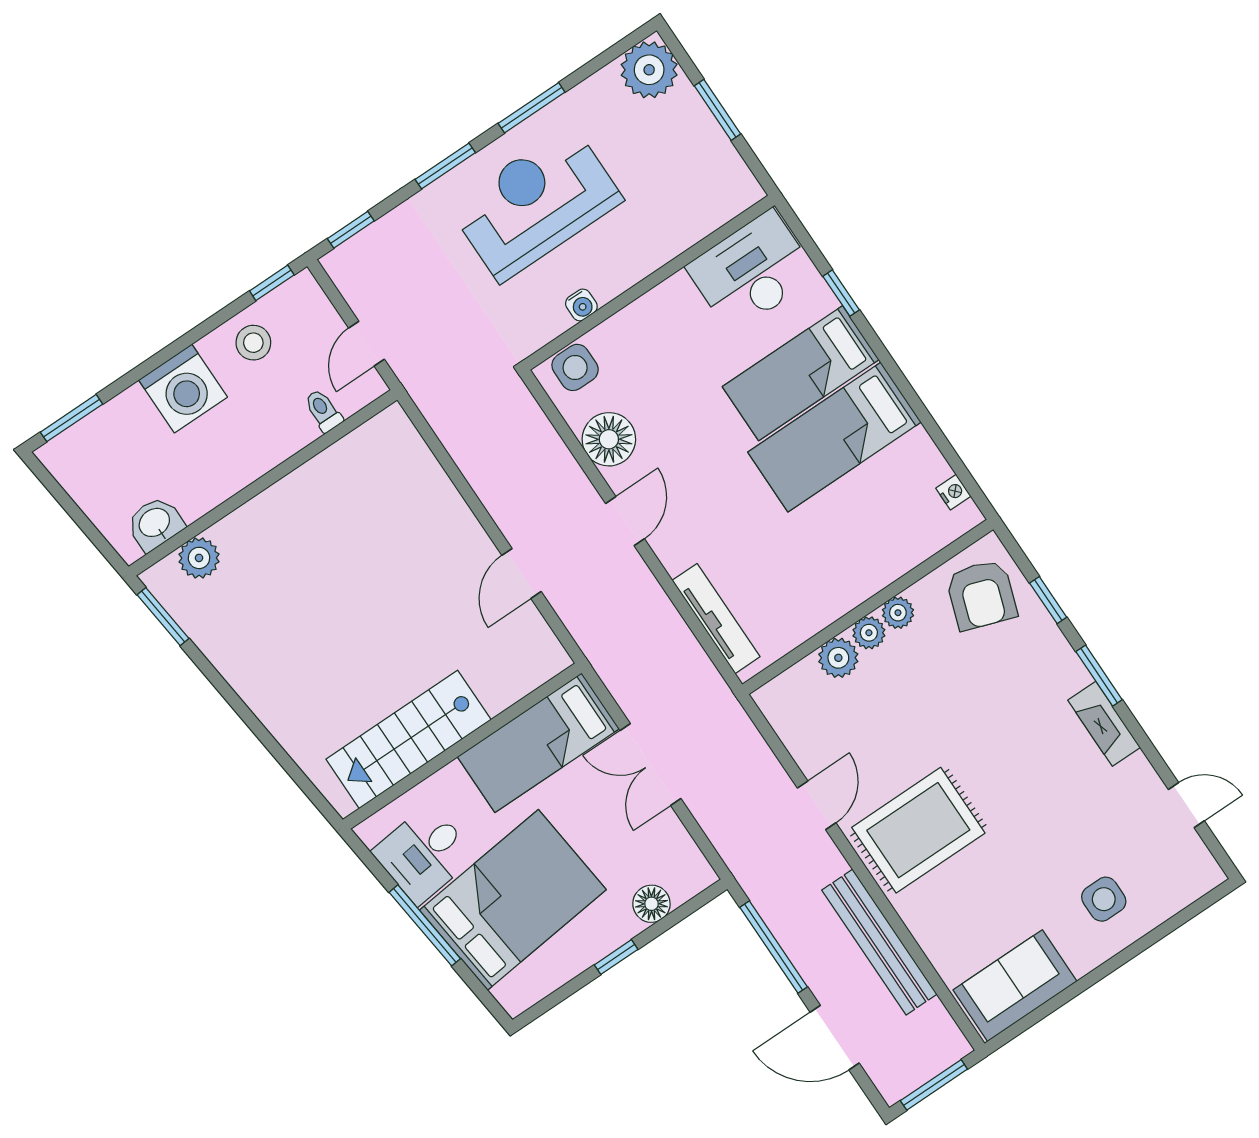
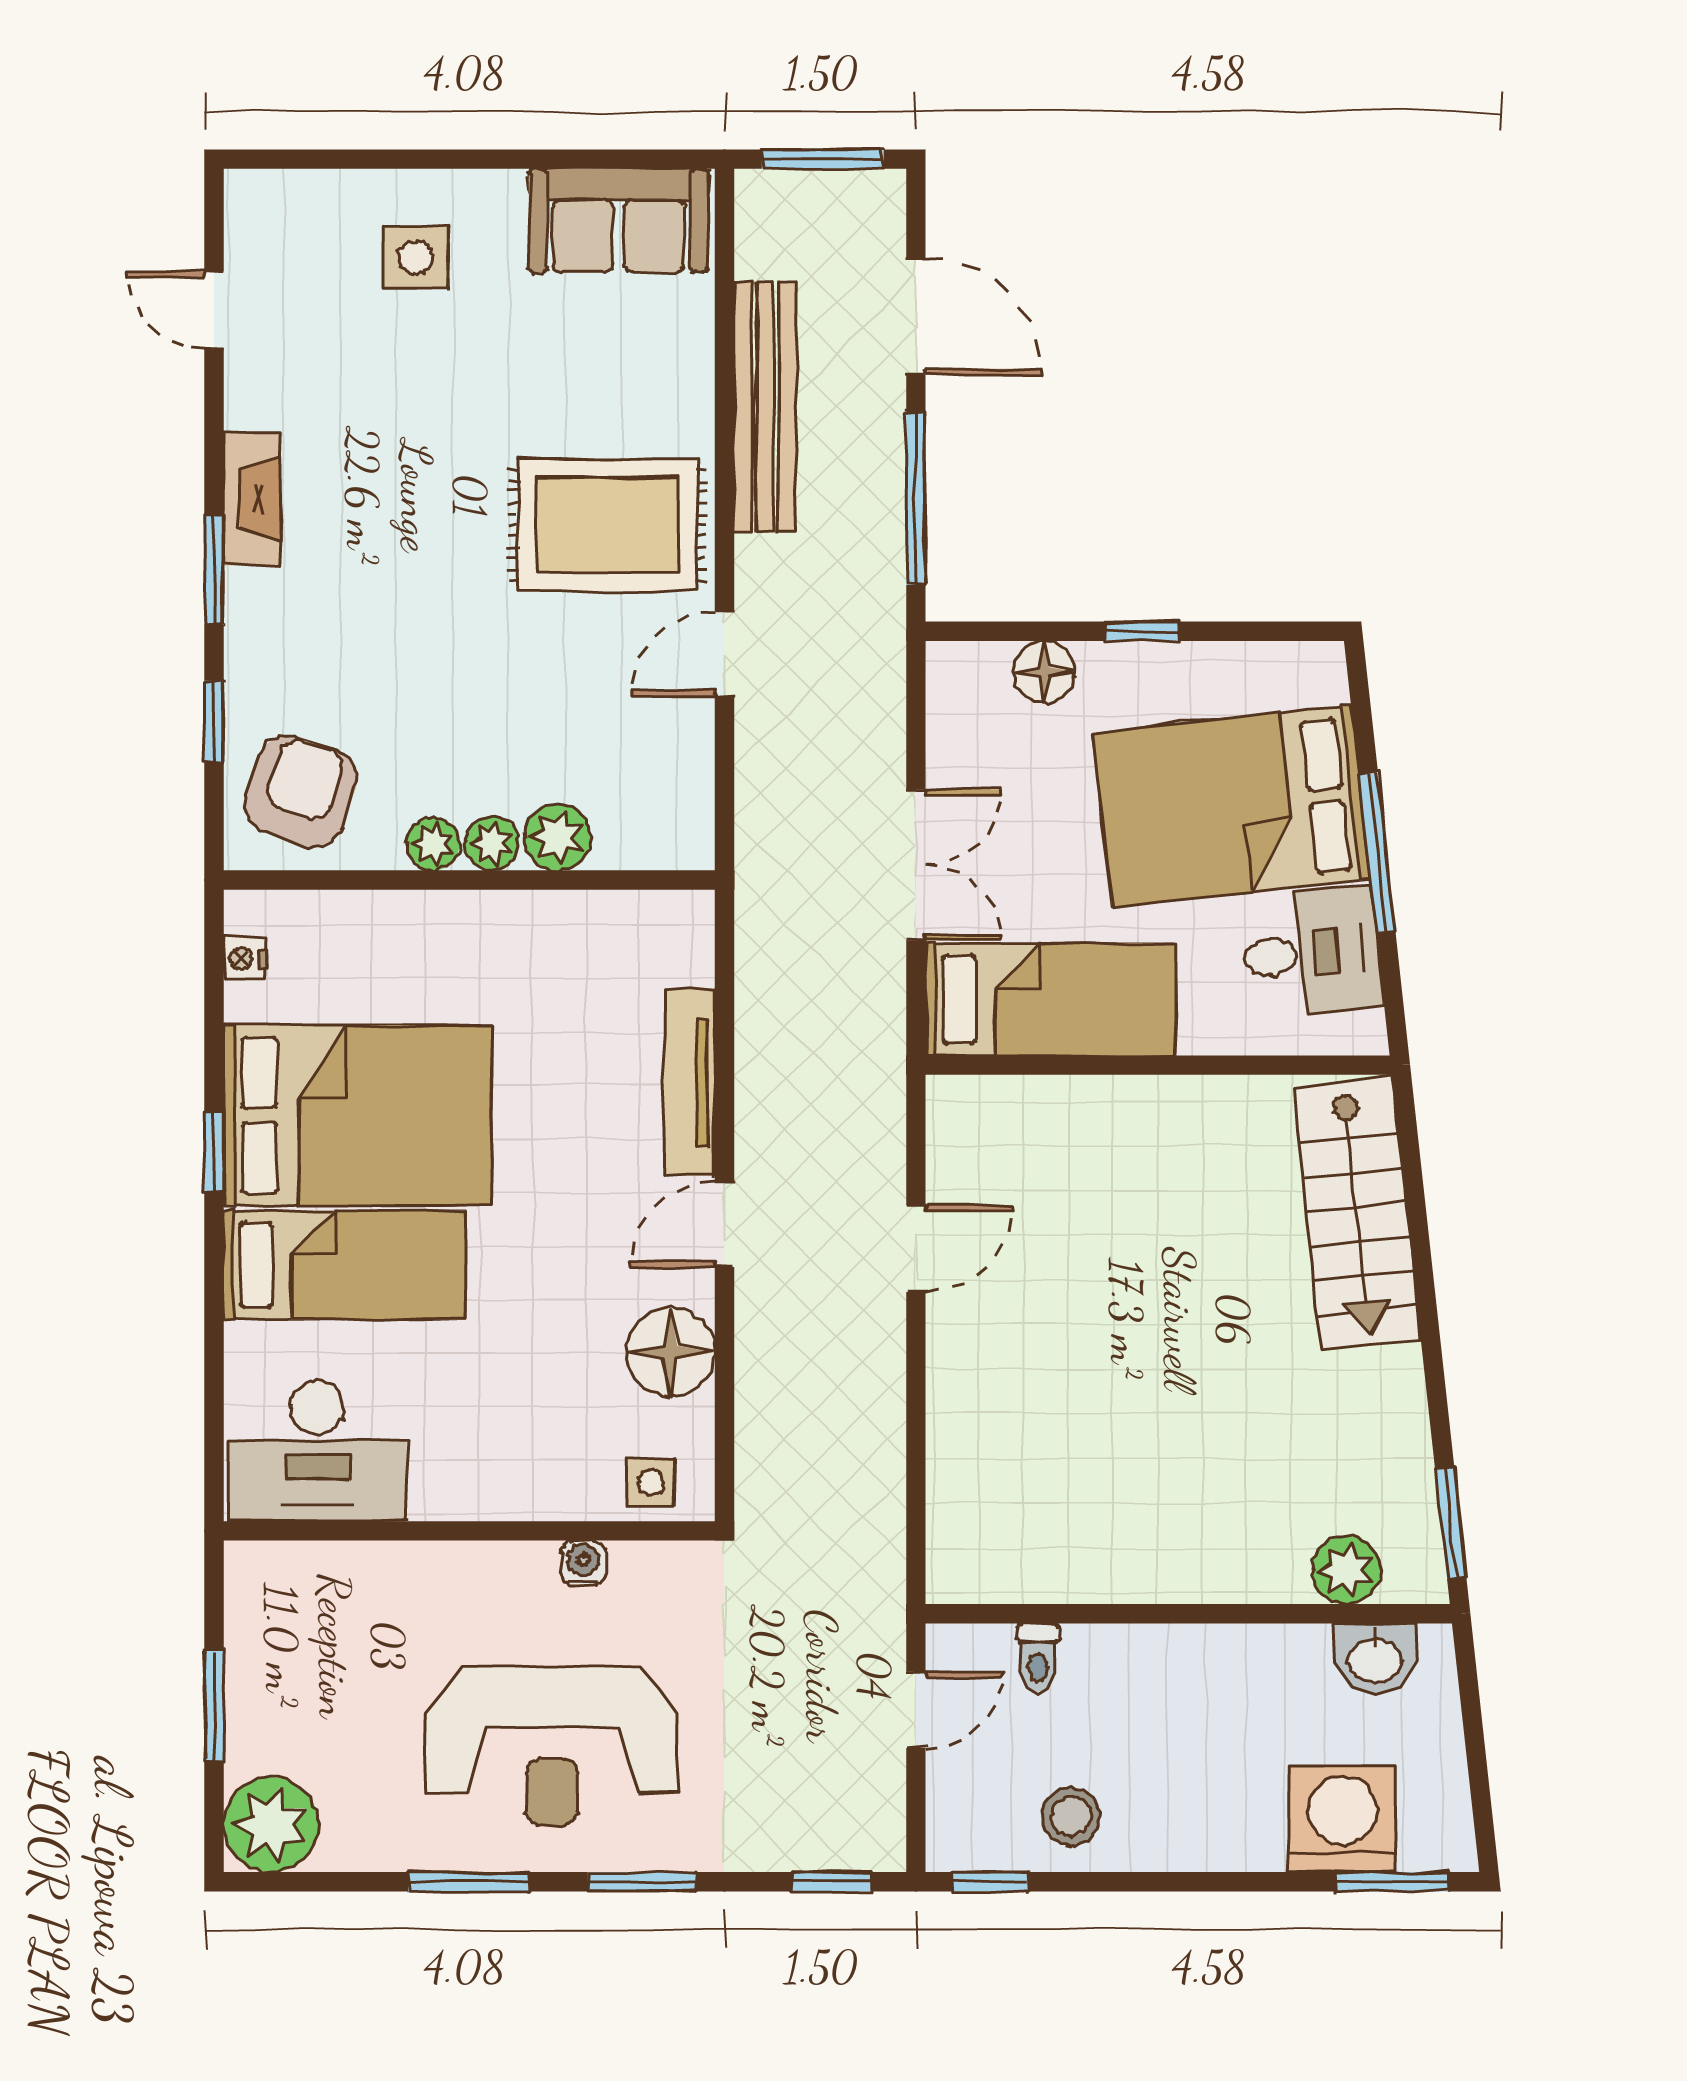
window: (841, 293) -> (214, 1151), moved
side table: (575, 367) -> (650, 1483), width x0.73, depth x0.73
washing machine: (183, 388) -> (1342, 1819), moved
bed: (834, 437) -> (357, 1115), width x1.50
tv unit: (716, 619) -> (689, 1082), moved
stairs: (409, 739) -> (1357, 1213), moved, turned 84

